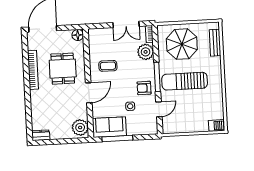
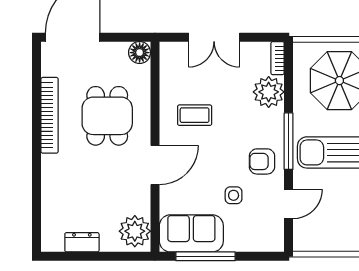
double door: (126, 24) -> (214, 37), moved
dresser: (41, 135) -> (82, 242), moved

